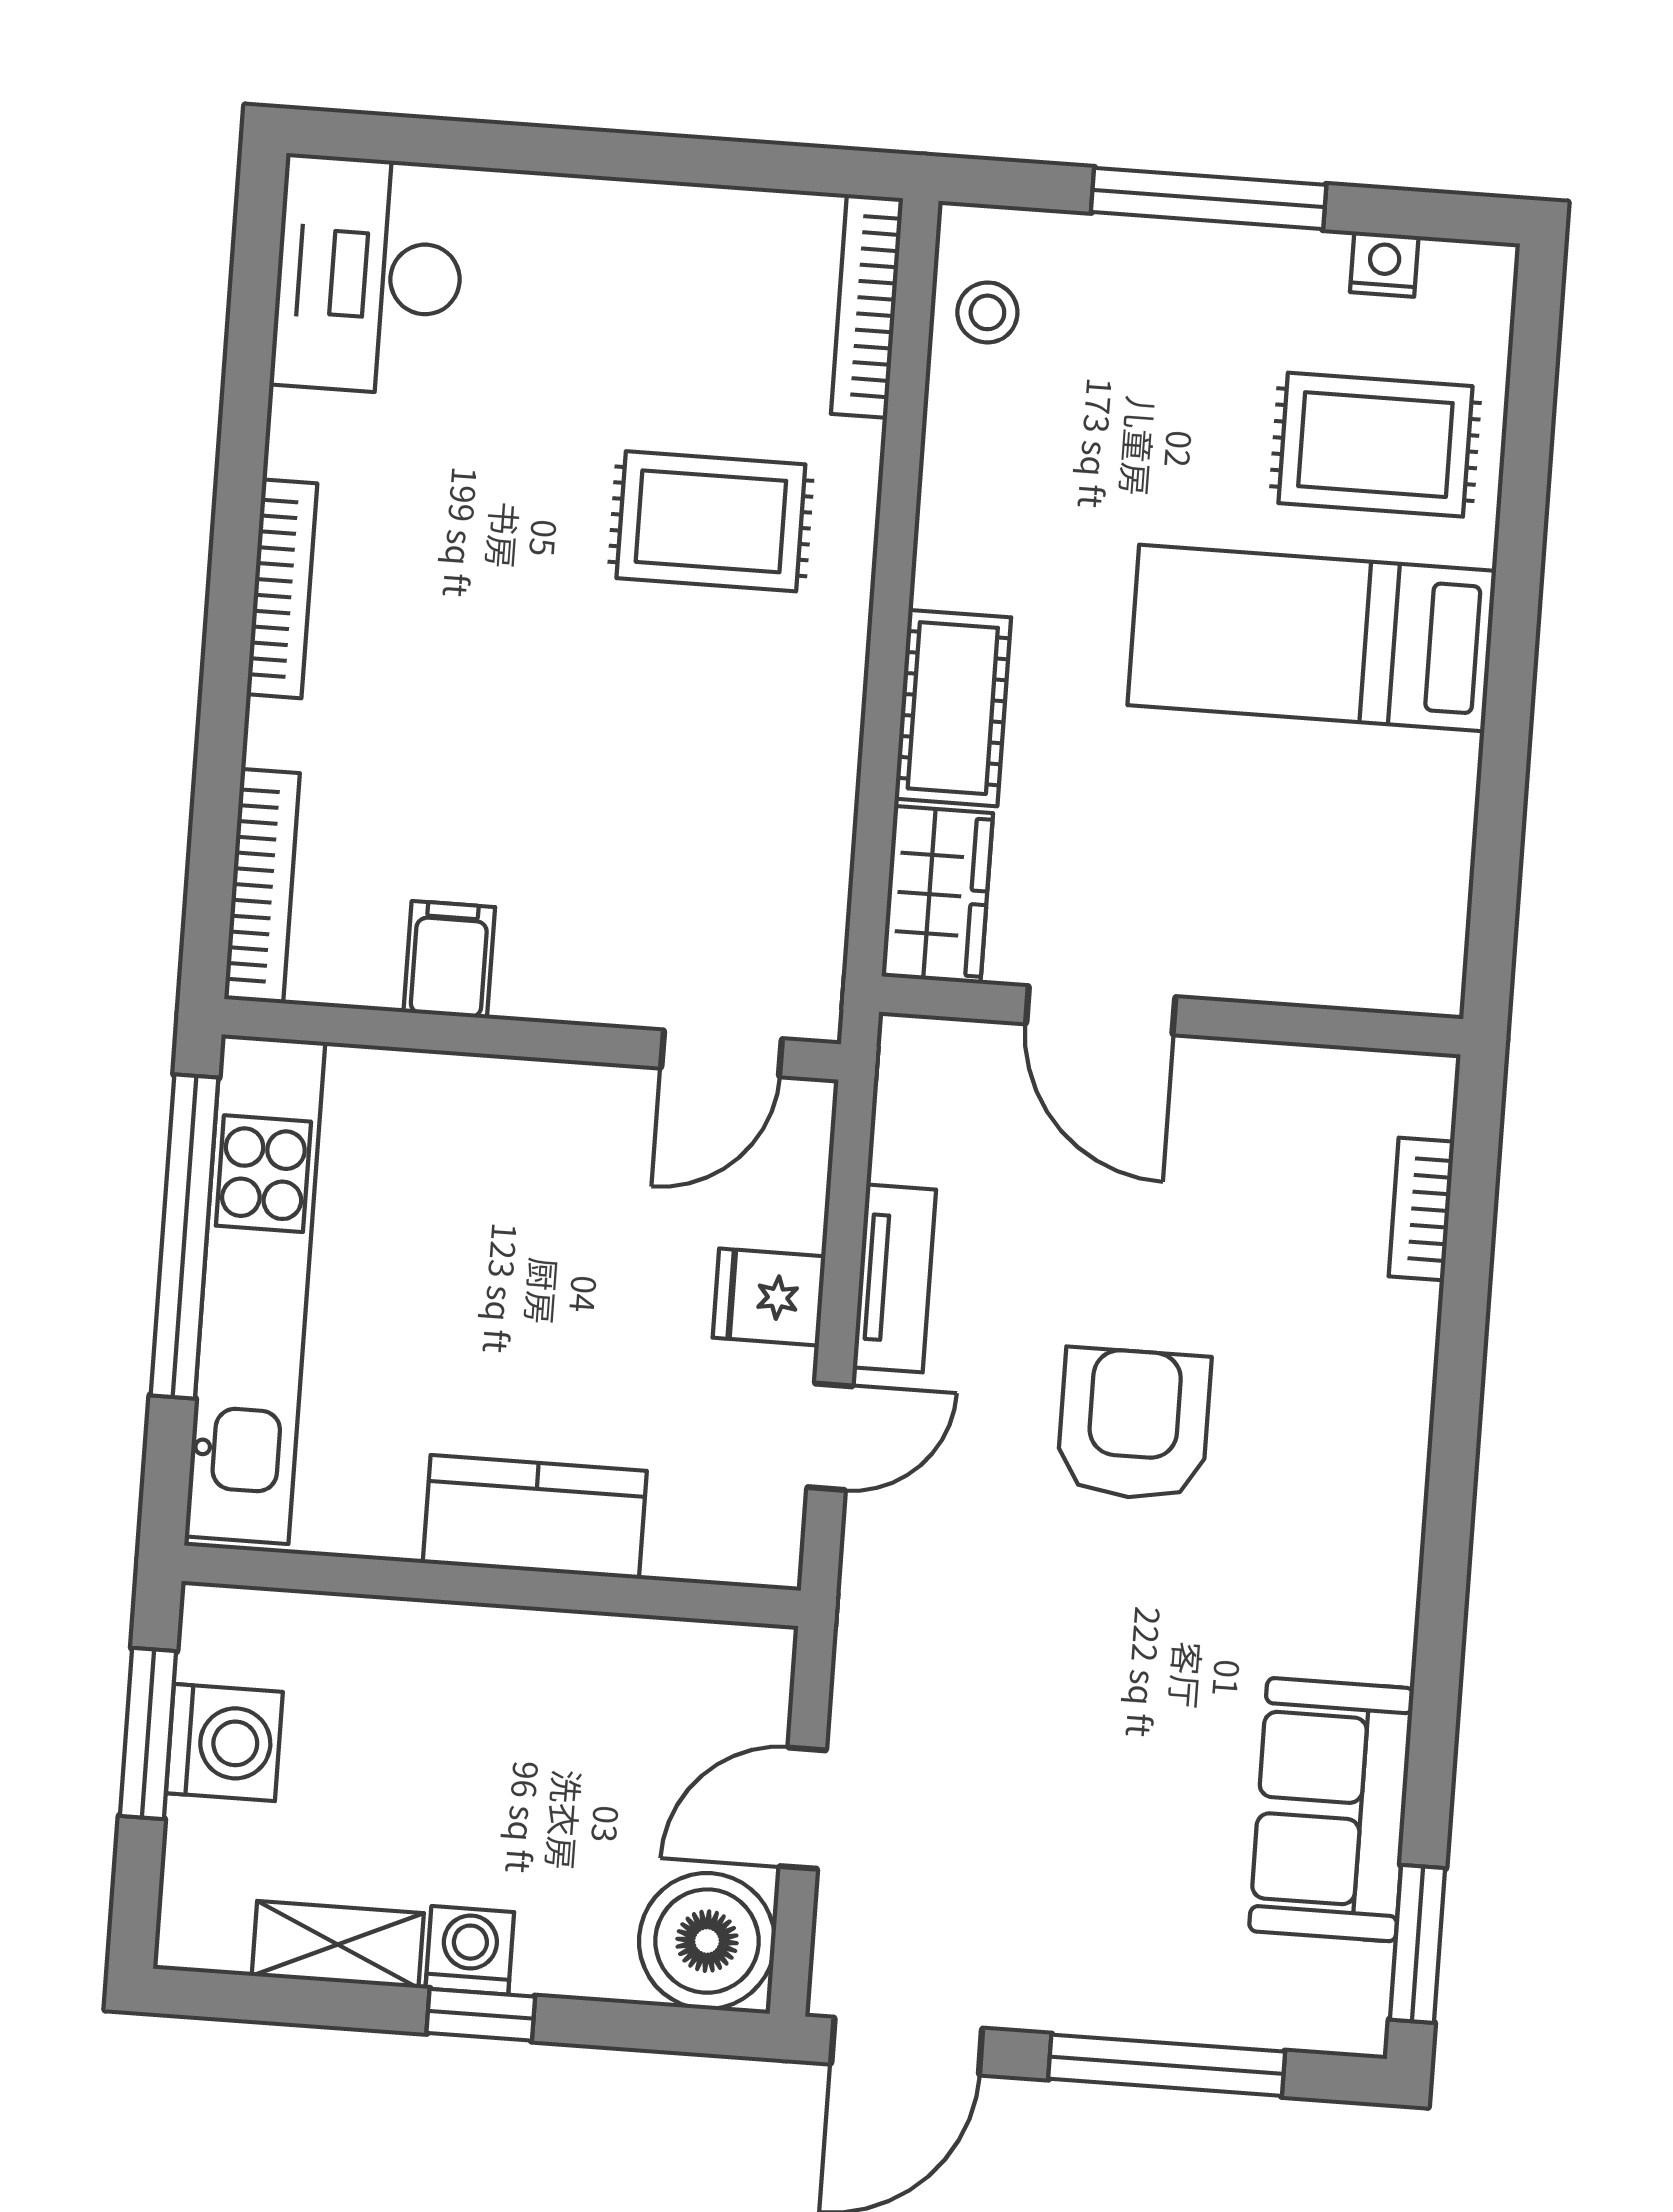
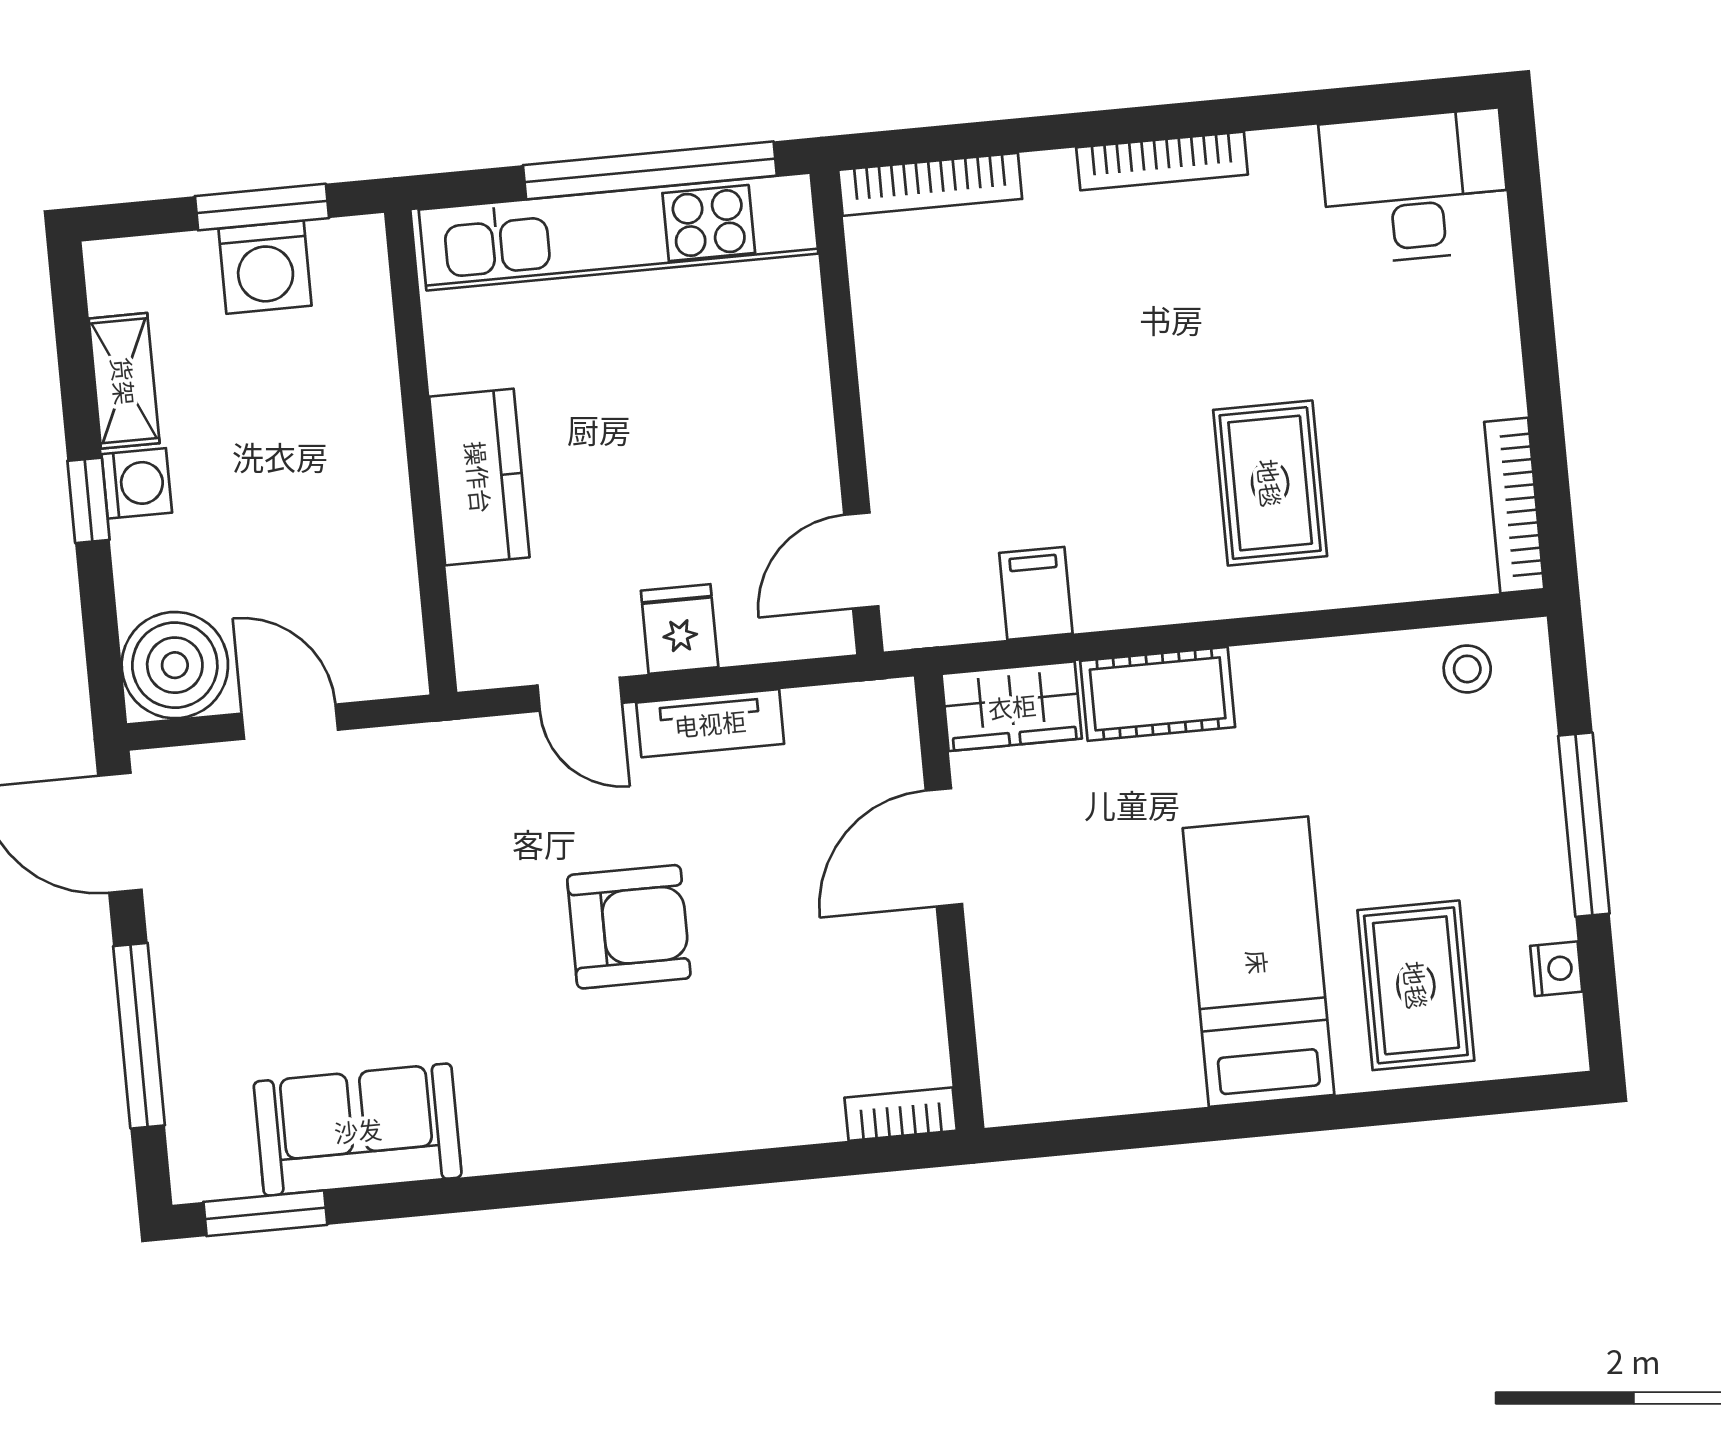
bookcase: (867, 306) -> (1514, 505), moved, turned -90
filing cabinet: (449, 960) -> (1036, 593), moved, turned -90
door: (722, 1053) -> (861, 561), hinge flipped
bookcase: (1421, 1209) -> (901, 1114), moved

